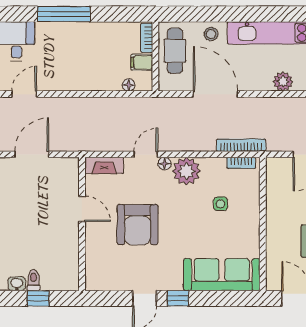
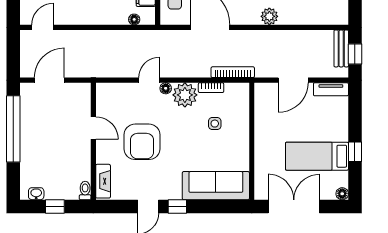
bookcase: (241, 163) -> (211, 88), moved
fireplace: (104, 165) -> (103, 181), moved, turned -90
toilet: (33, 280) -> (85, 191), moved

